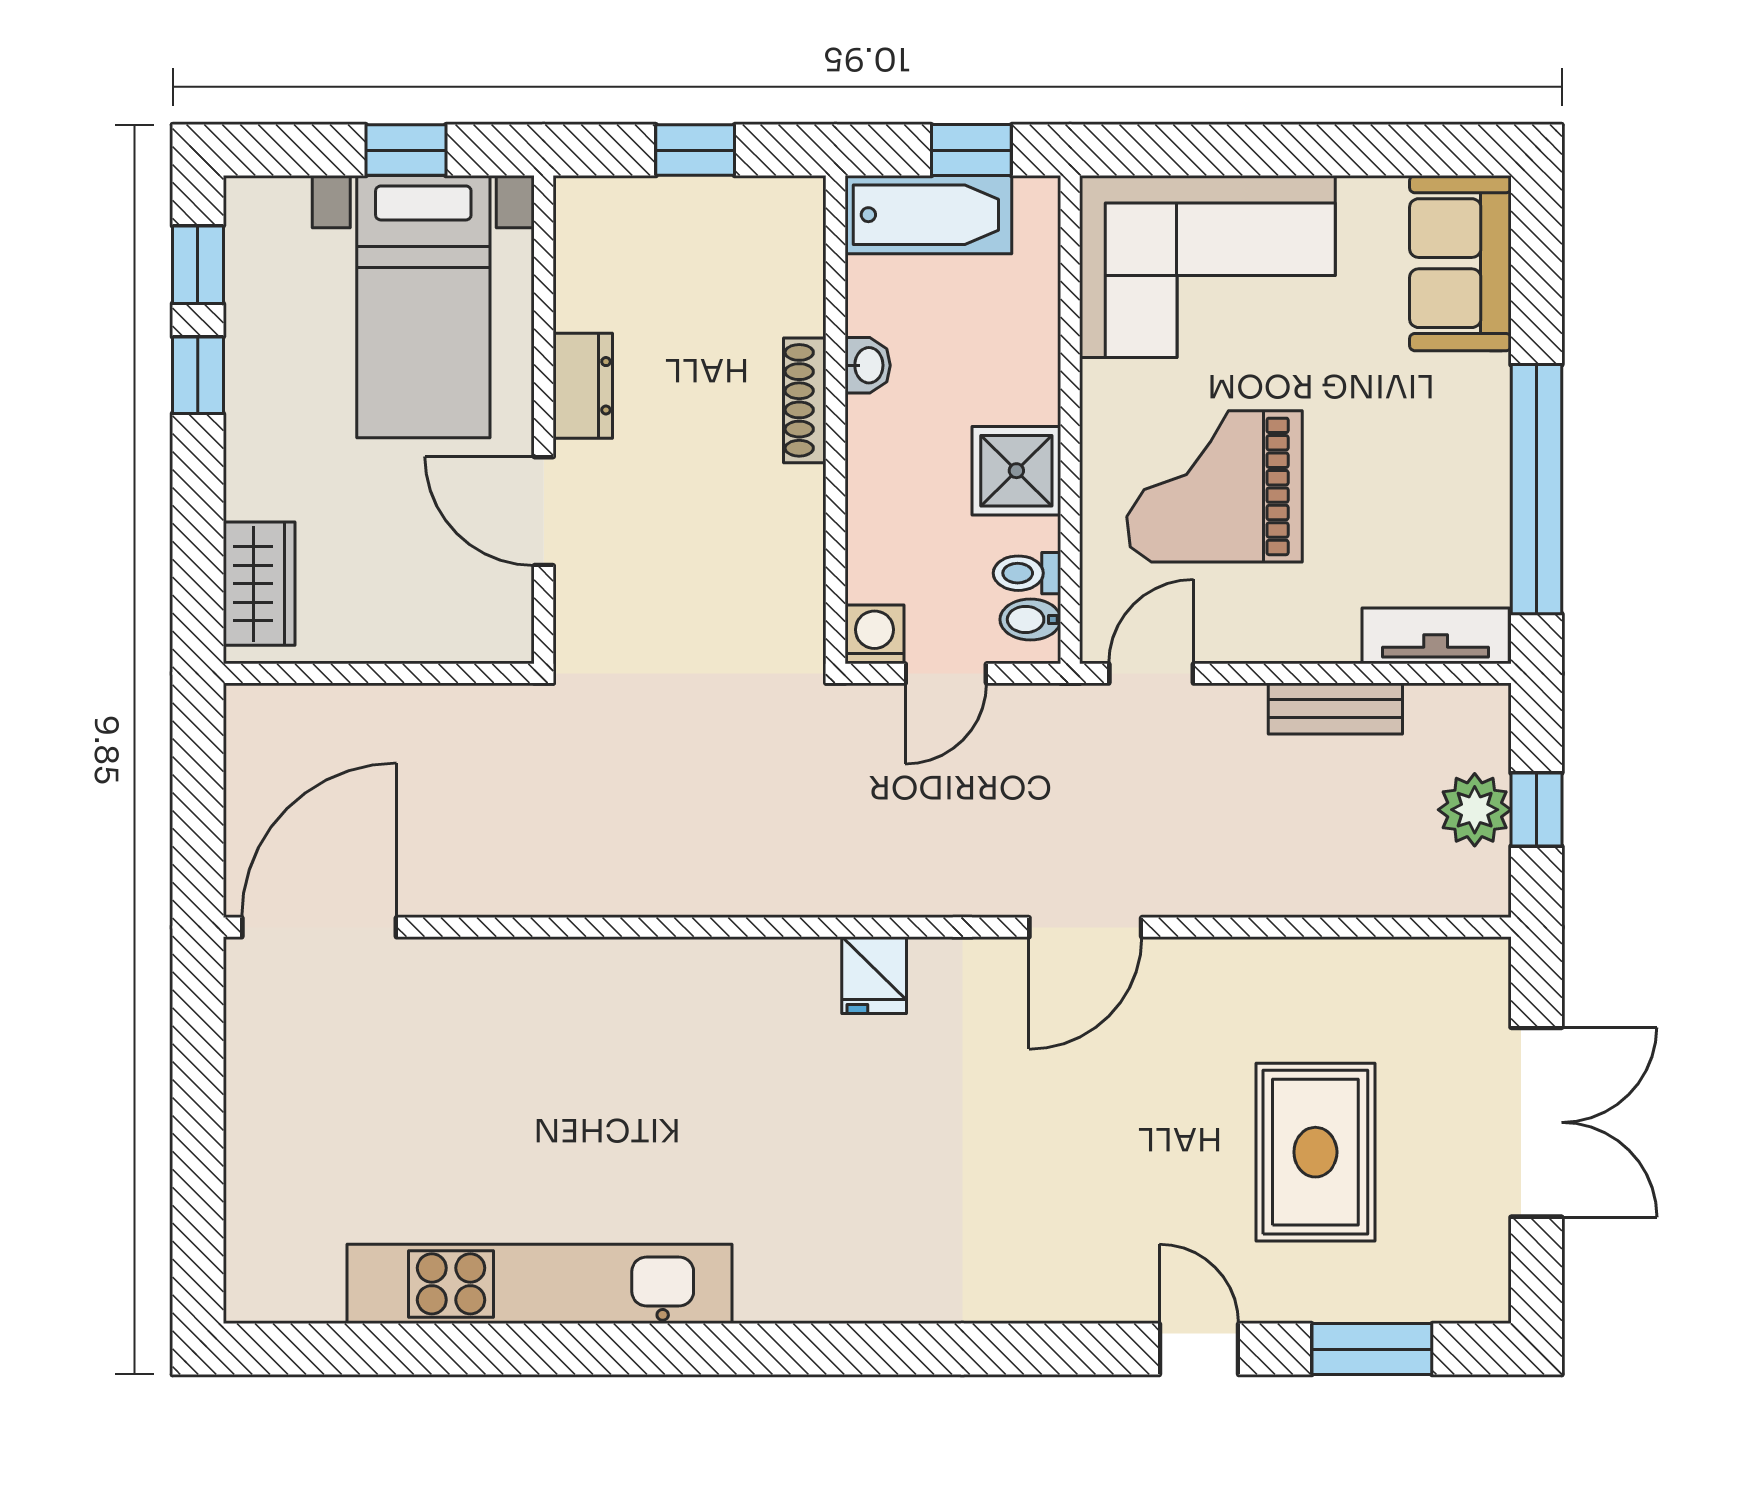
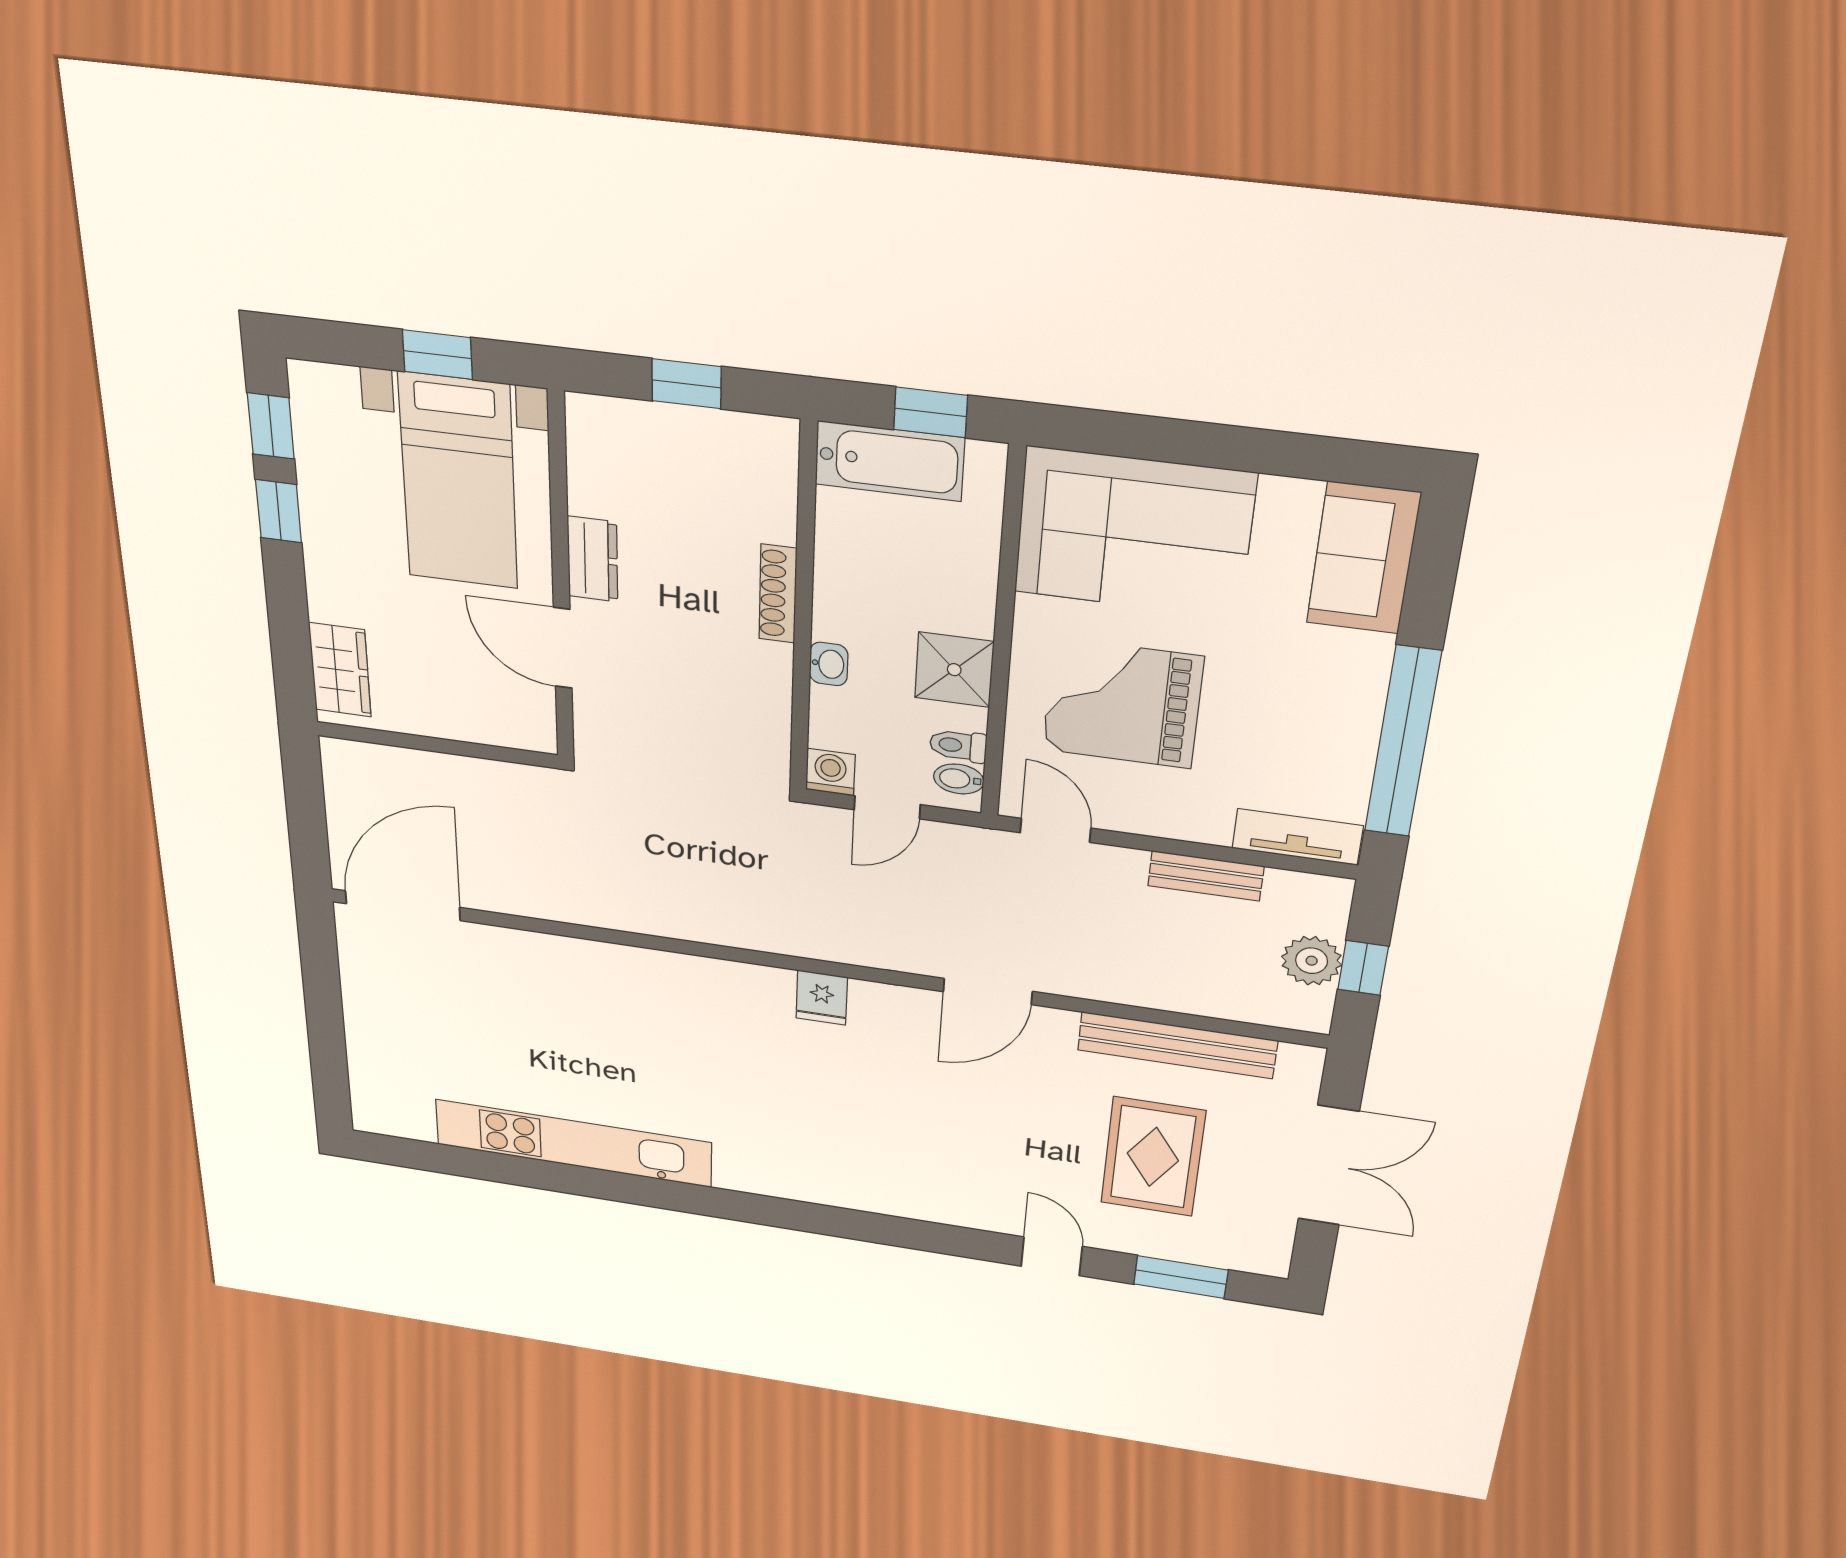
washbasin: (868, 365) -> (829, 664), moved
door: (1151, 673) -> (1055, 830), hinge flipped
bench: (1328, 967) -> (1177, 1045), added

